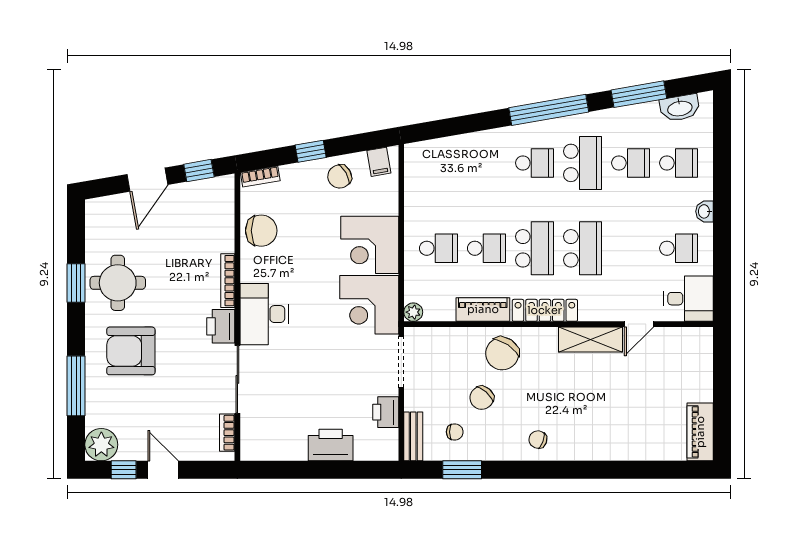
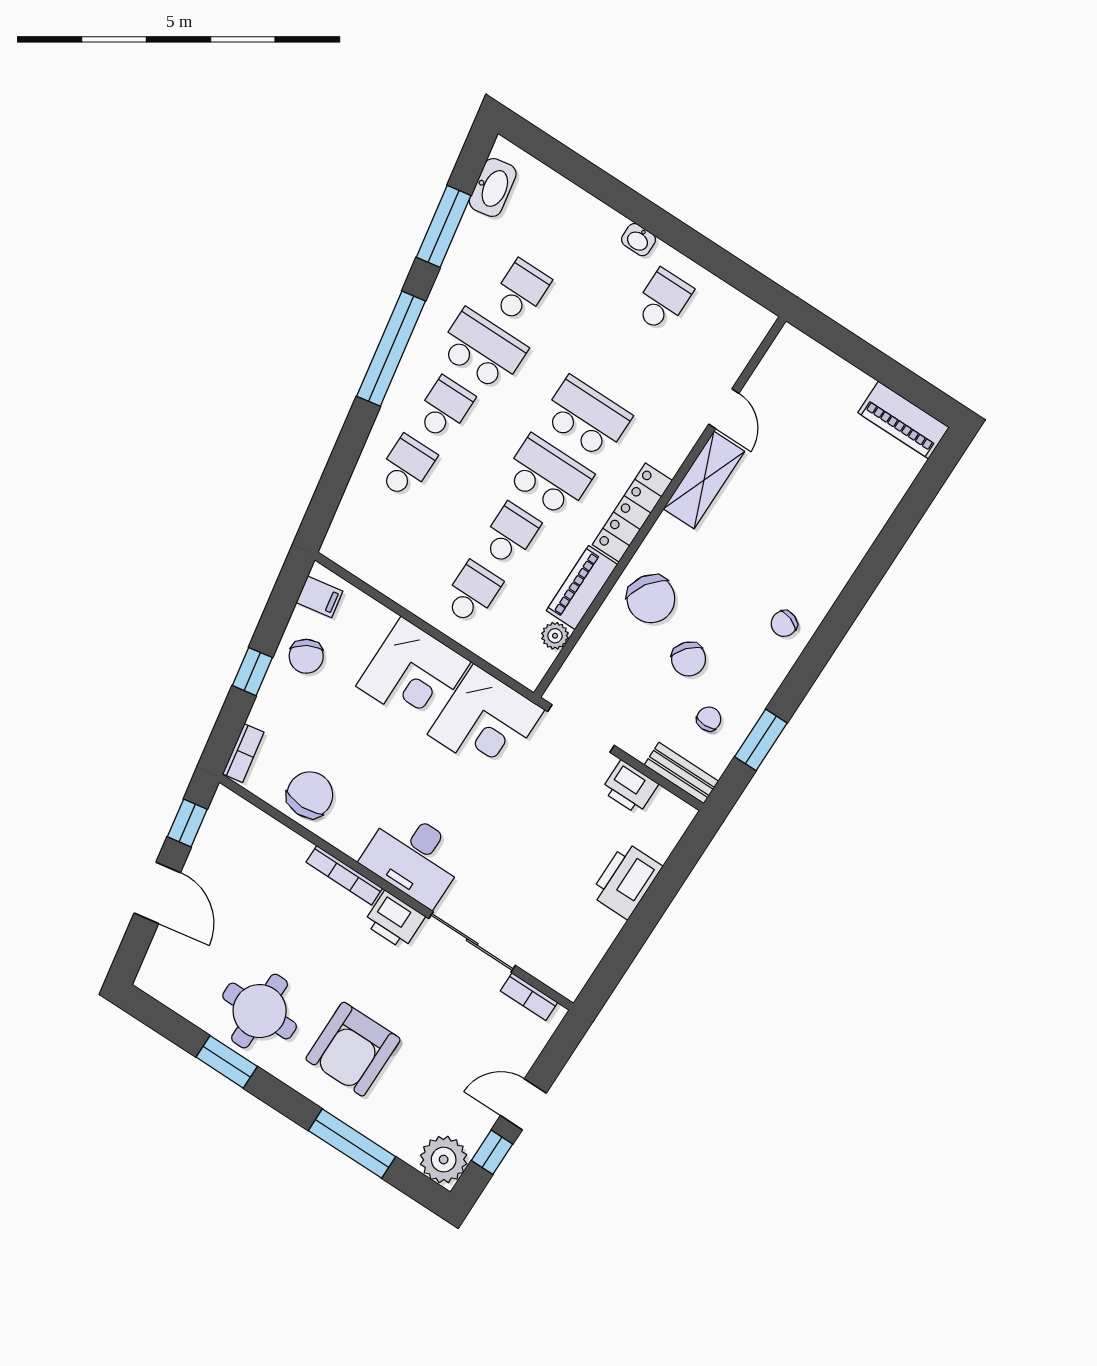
school desk: (679, 163) -> (406, 467), moved
desk: (689, 299) -> (732, 328), removed
plant: (413, 312) -> (555, 636), moved

